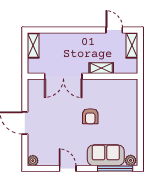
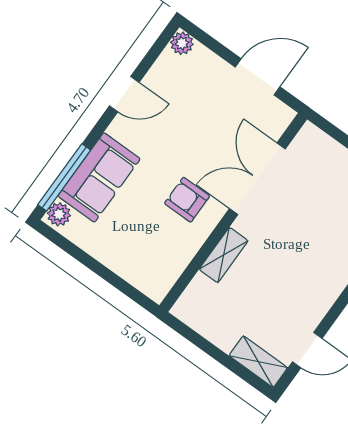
shelving: (101, 68) -> (224, 255), moved
double door: (63, 76) -> (257, 179), moved
wall: (83, 76) -> (233, 212), moved

